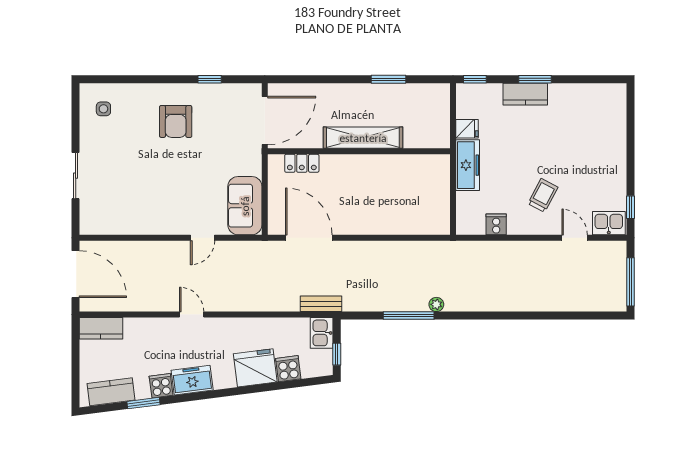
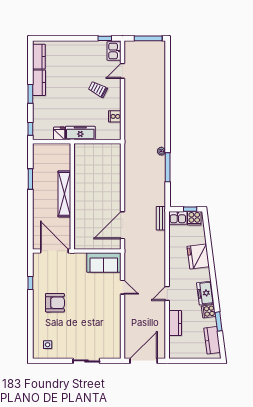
kitchen counter: (525, 94) -> (39, 83), moved
kitchen counter: (599, 94) -> (39, 57), added
locker: (302, 163) -> (79, 229), removed
kitchen counter: (101, 328) -> (175, 323), moved
cooker: (288, 369) -> (194, 218), moved, turned -83

